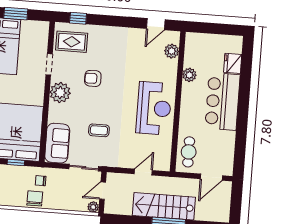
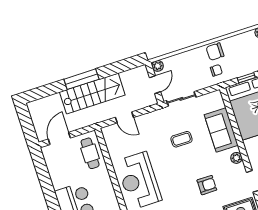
plant: (60, 93) -> (236, 158), width x0.53, depth x0.53
sofa: (57, 143) -> (221, 130), moved
door: (143, 172) -> (124, 117), hinge flipped
chair: (35, 198) -> (215, 52), turned 90

